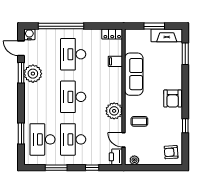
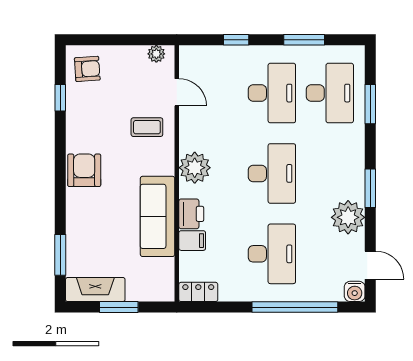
window: (21, 73) -> (370, 188), moved
plant: (114, 111) -> (195, 168), moved
window: (185, 126) -> (60, 98), moved
printer: (116, 157) -> (191, 214), moved

